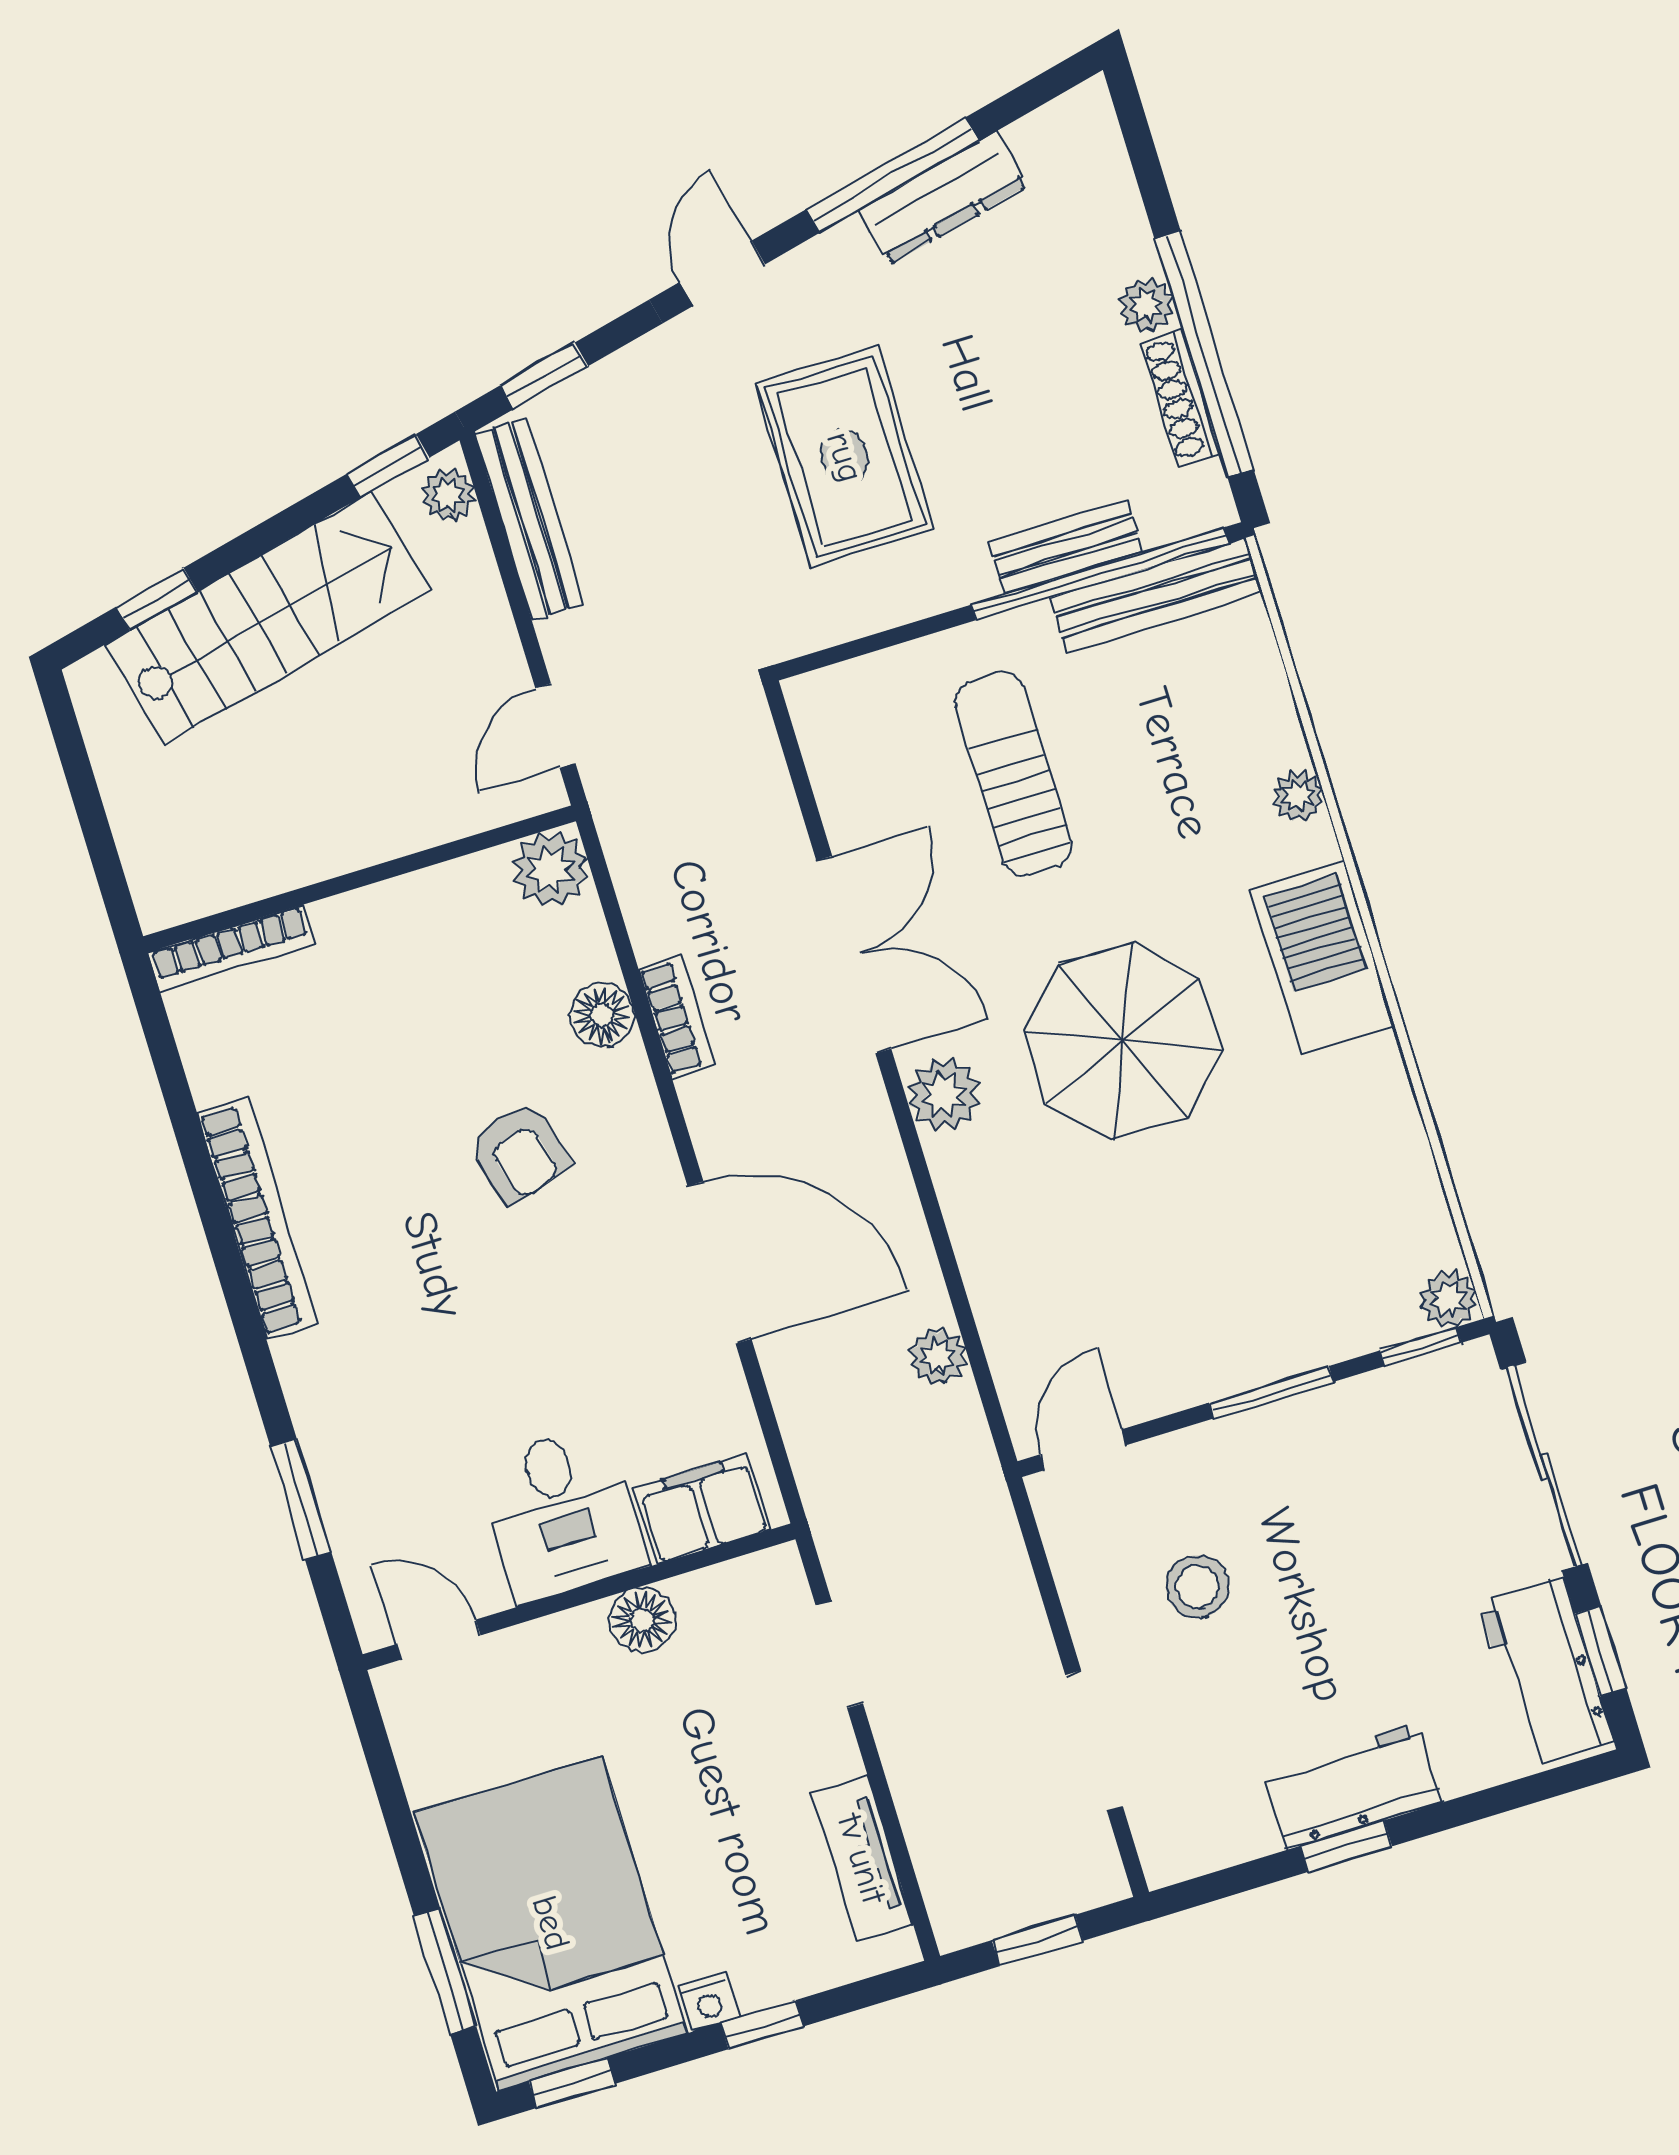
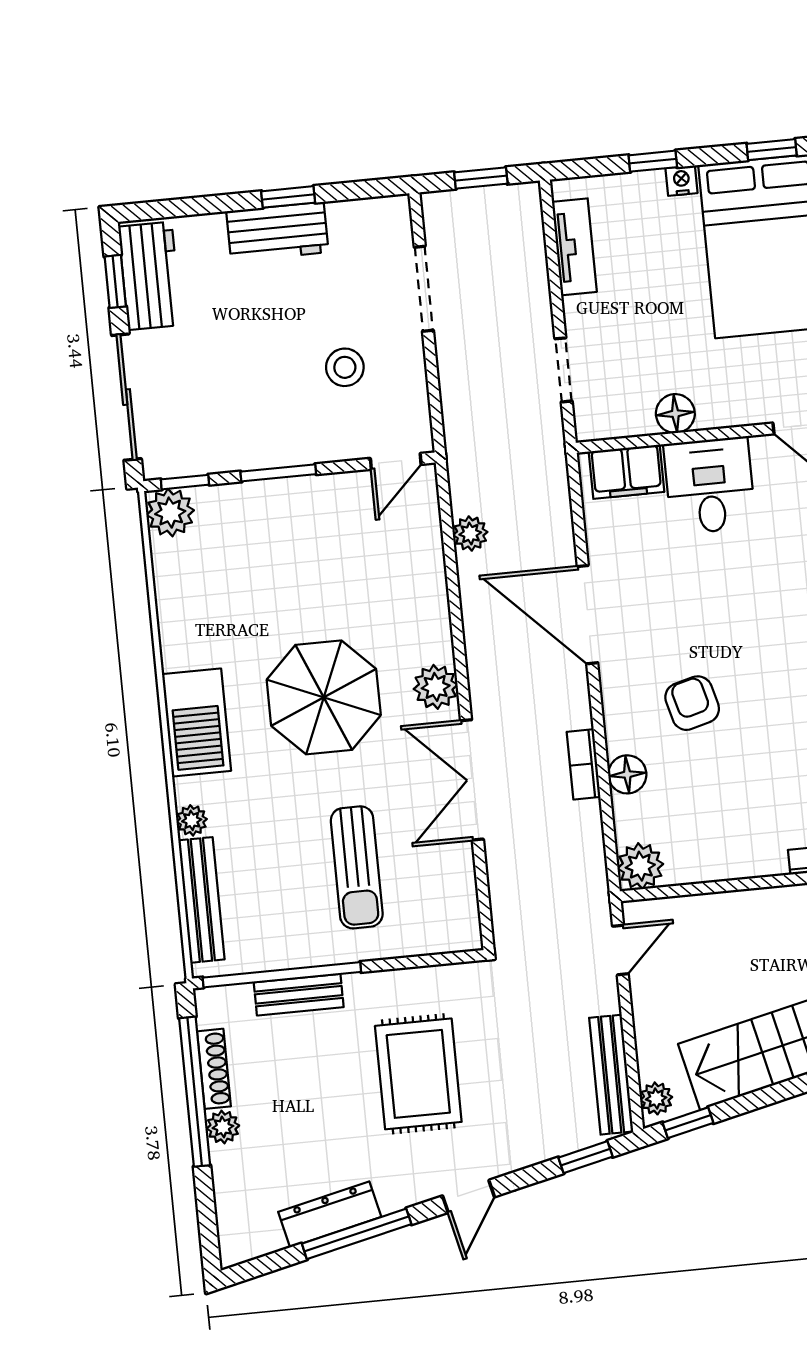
bench: (1156, 595) -> (201, 900), moved, turned 90
plant: (1448, 1299) -> (170, 513), width x1.38, depth x1.38

